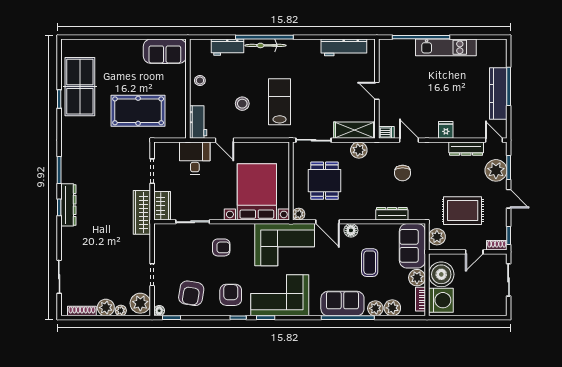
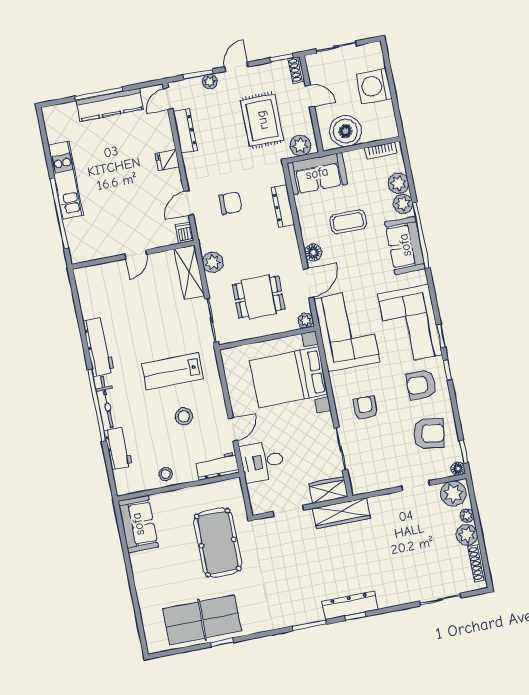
workbench: (344, 47) -> (98, 347), moved
plant: (496, 170) -> (210, 82), width x0.53, depth x0.53
plant: (417, 278) -> (355, 160), removed
washing machine: (441, 300) -> (374, 86), moved, turned -90

